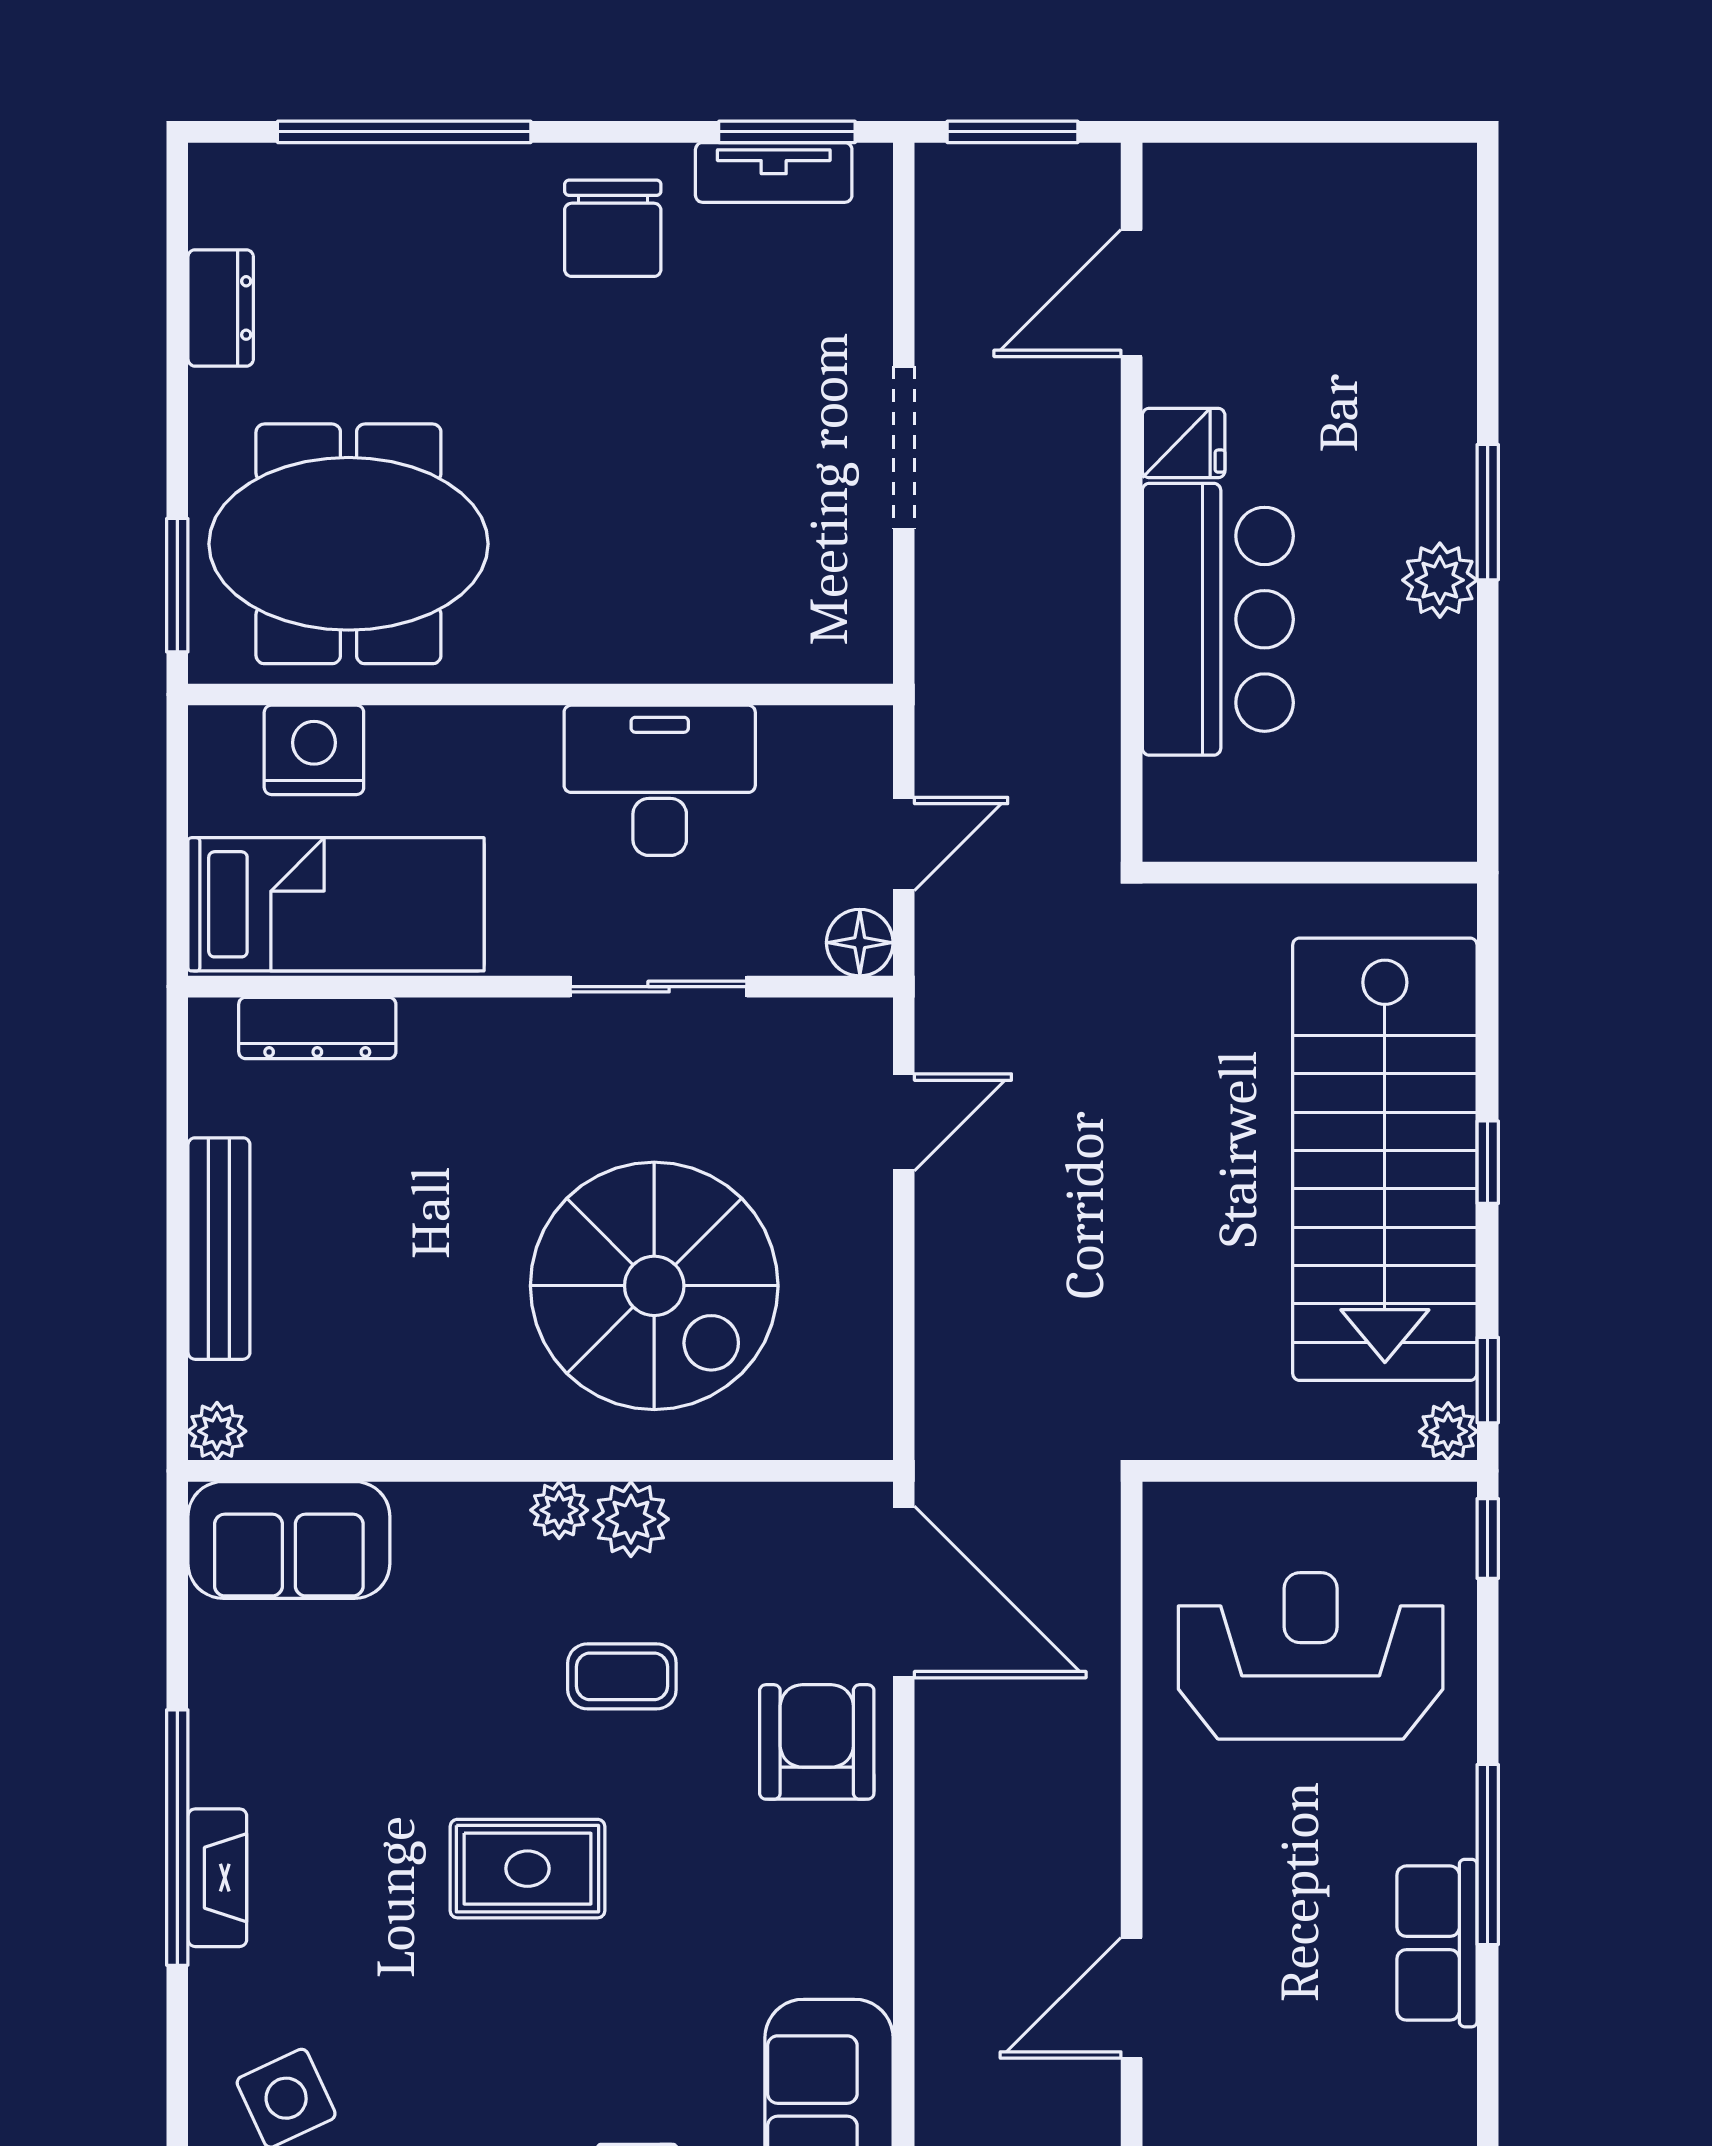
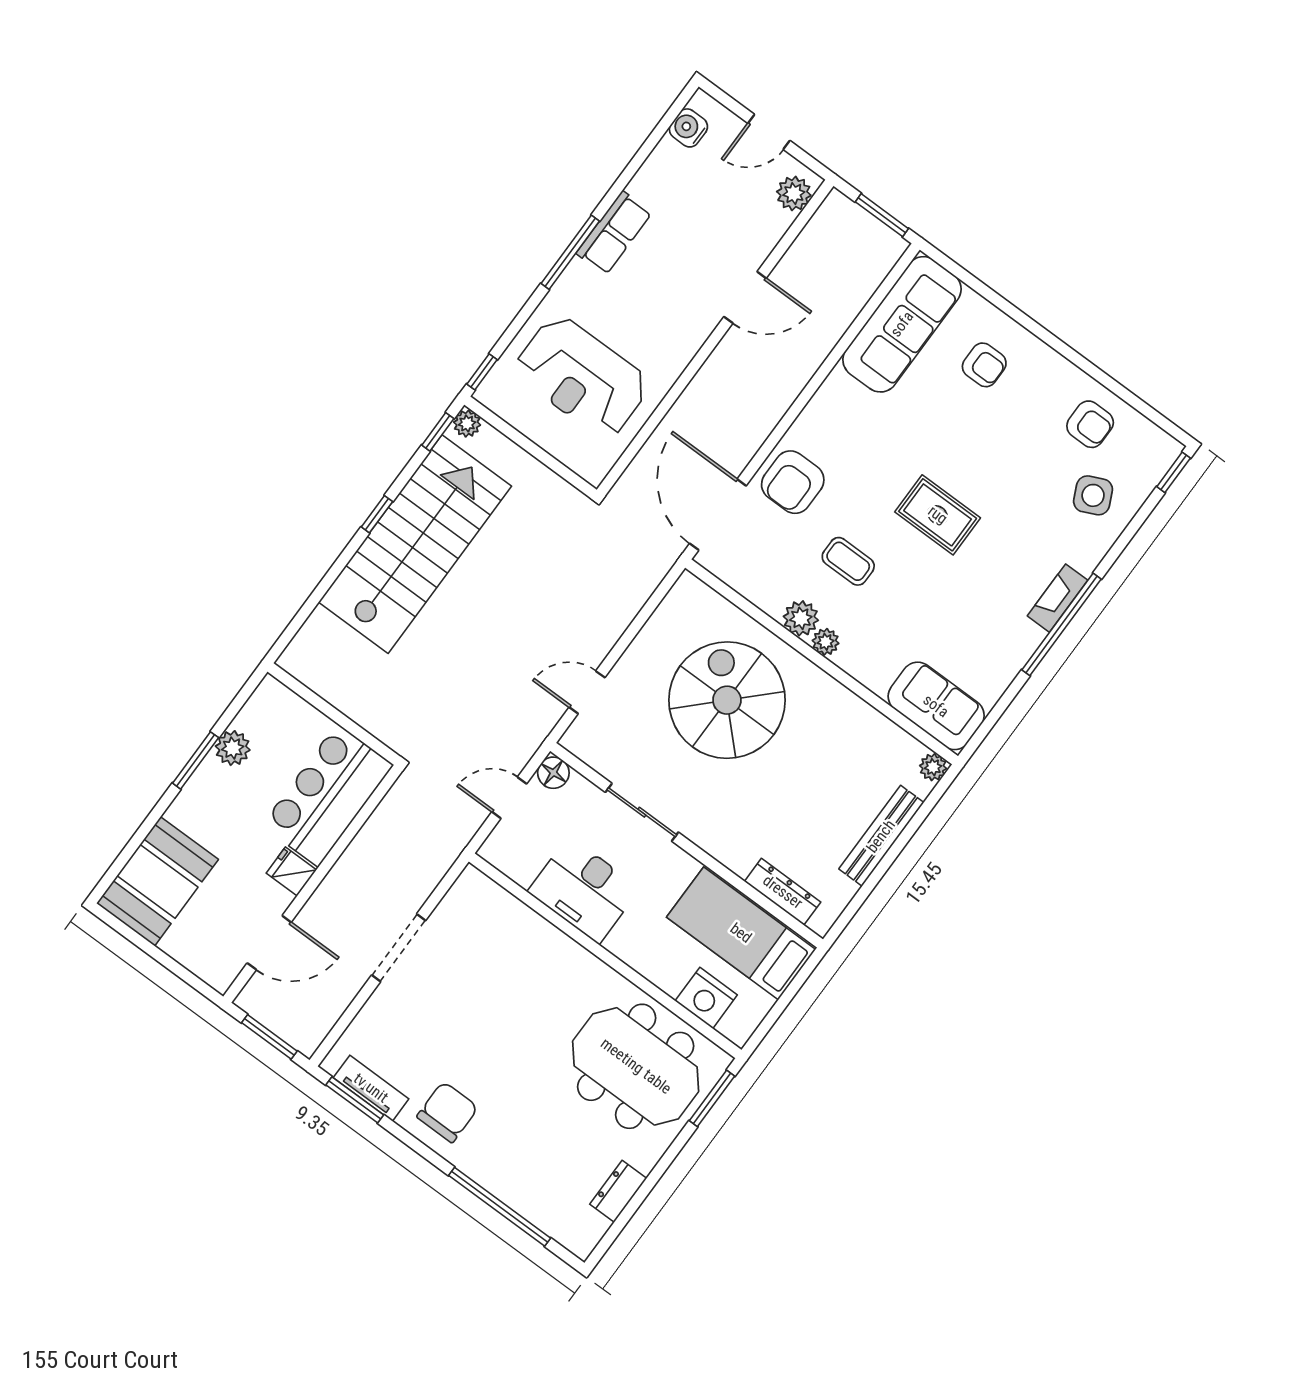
booth: (1400, 257) -> (158, 881), added
wall: (1310, 873) -> (334, 714), moved

